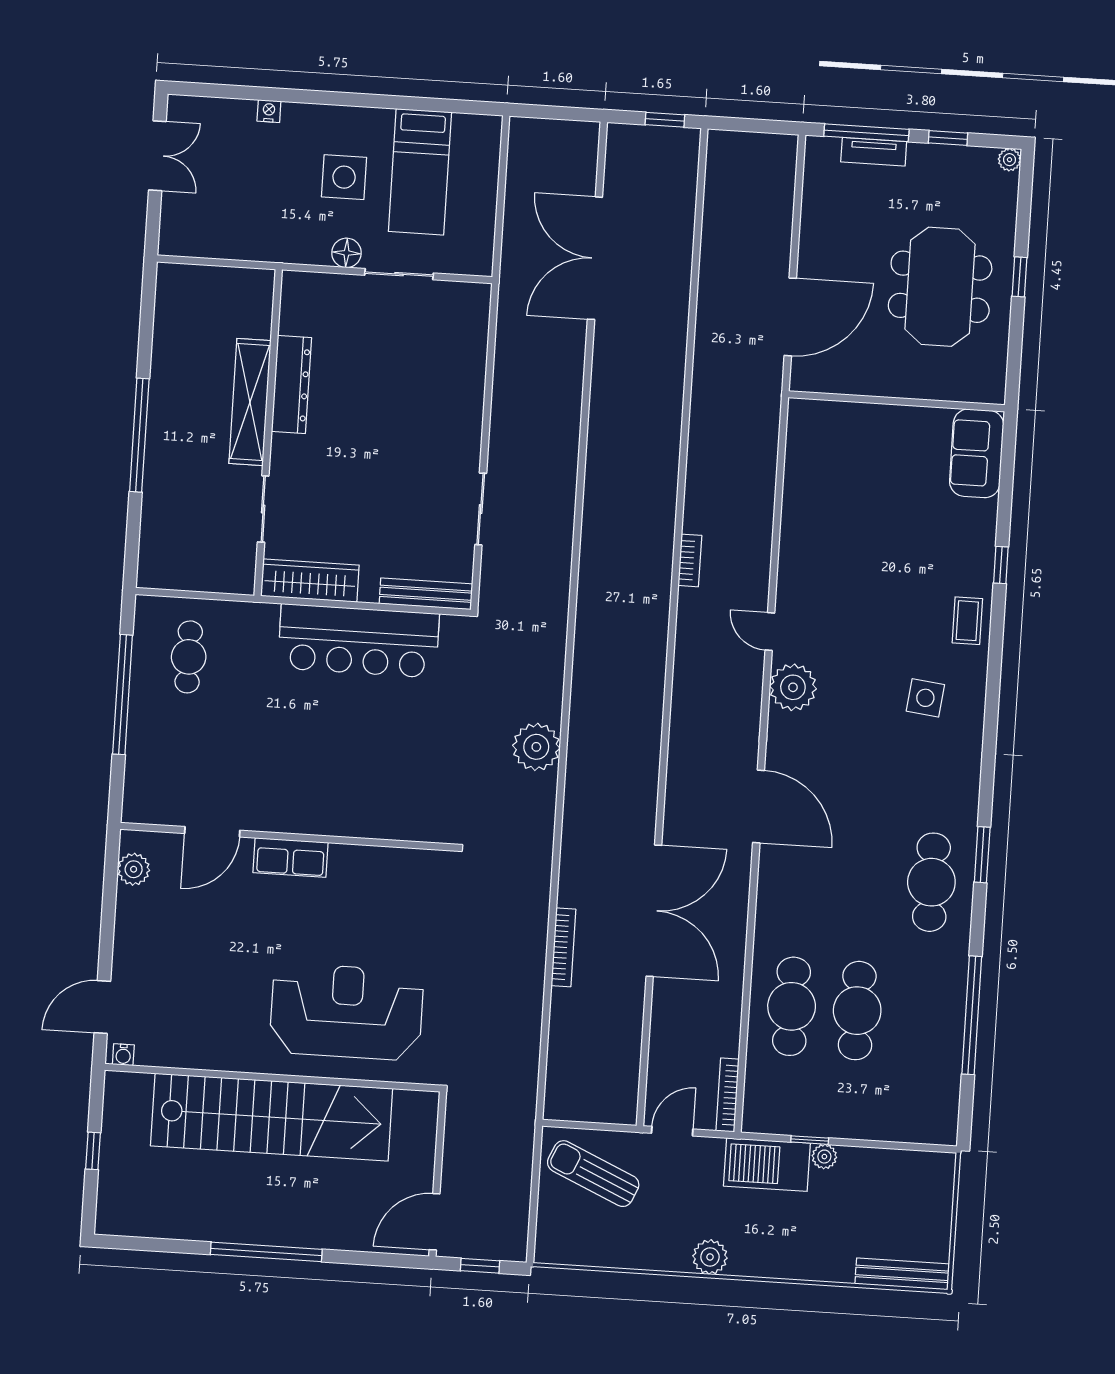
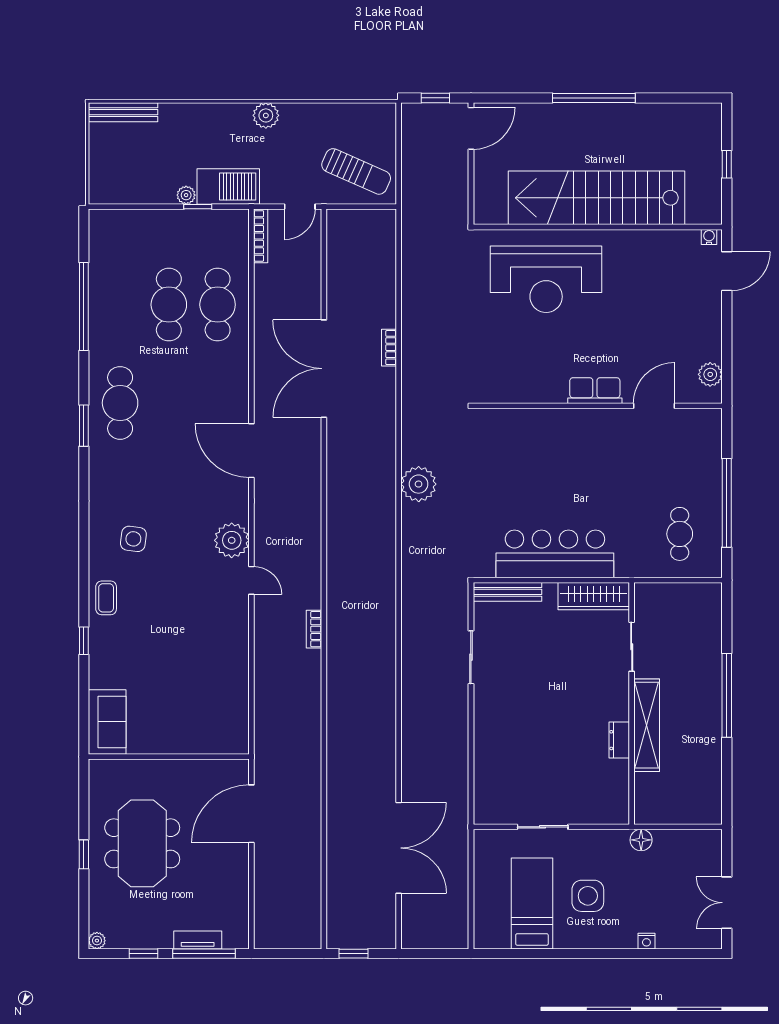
floor lamp: (346, 253) -> (641, 840), moved
dresser: (291, 384) -> (619, 740), width x0.51, depth x0.80
bookcase: (563, 947) -> (389, 348), width x0.64

